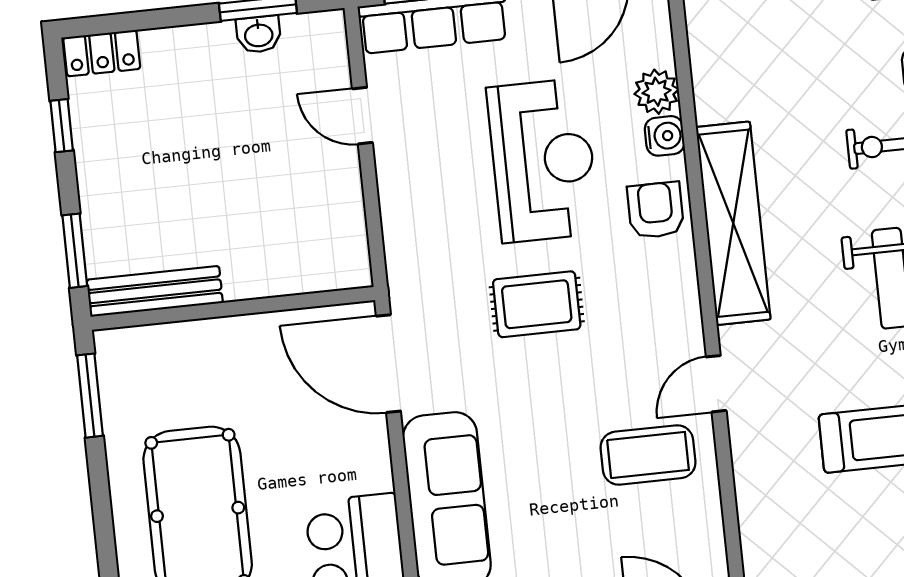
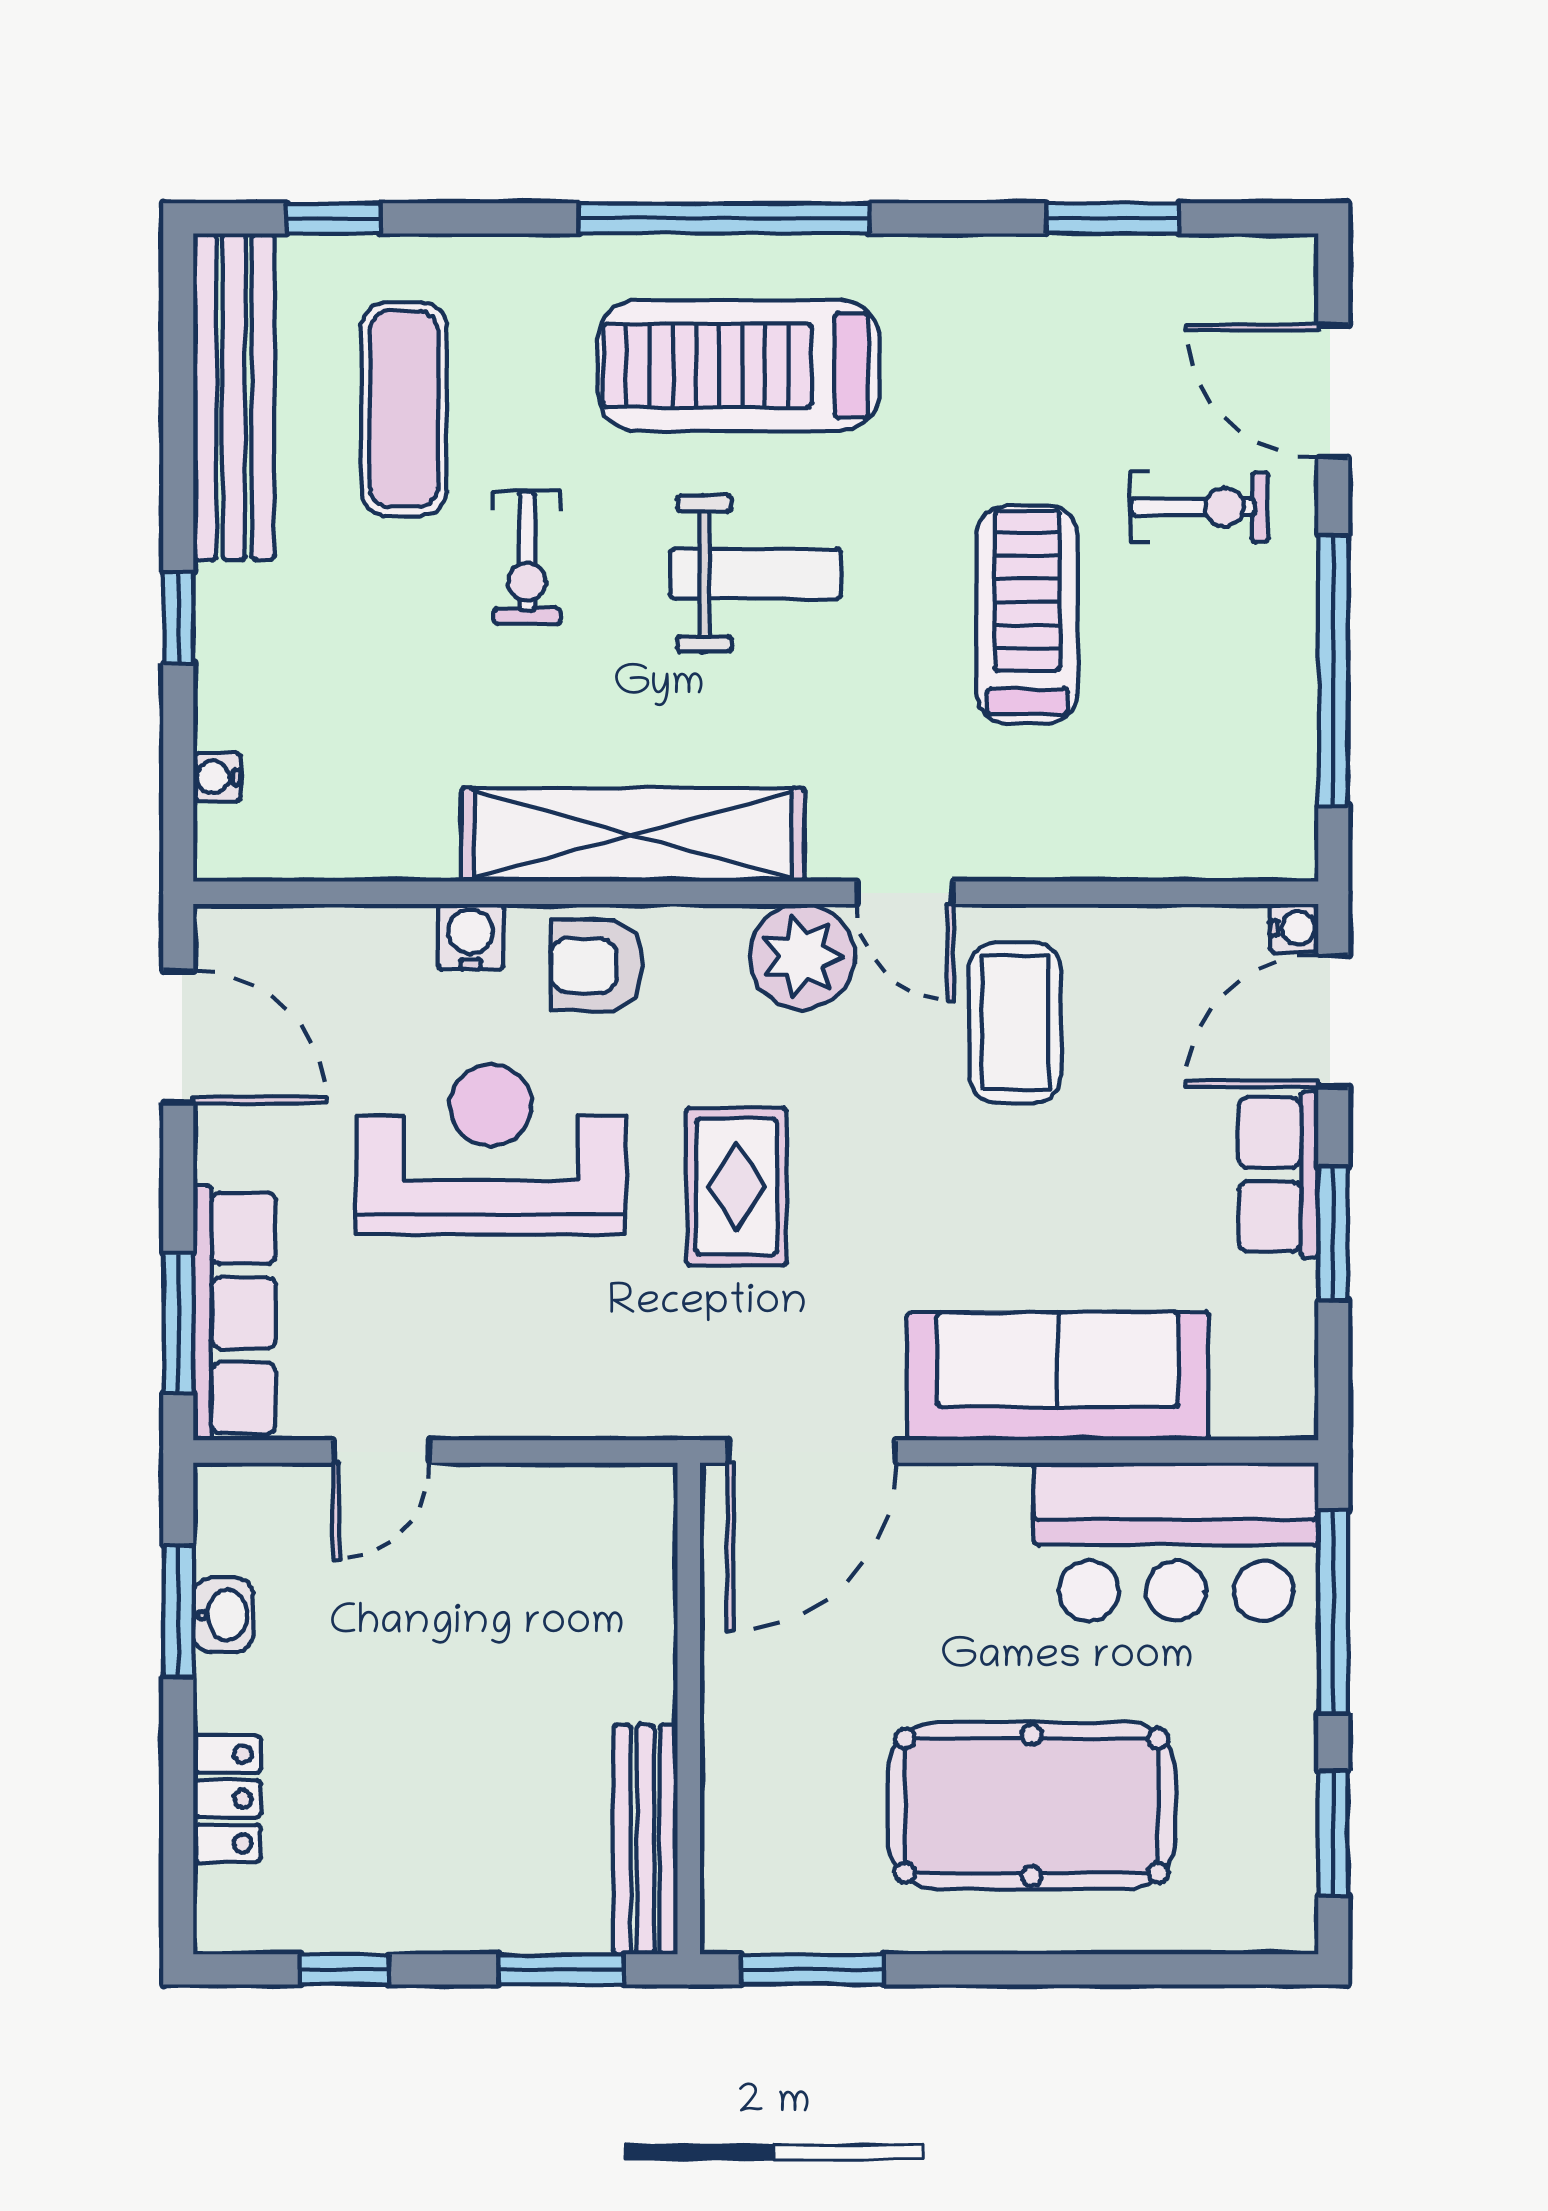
locker: (102, 53) -> (227, 1799), moved
plant: (657, 92) -> (802, 957), moved, width x1.36, depth x1.36

